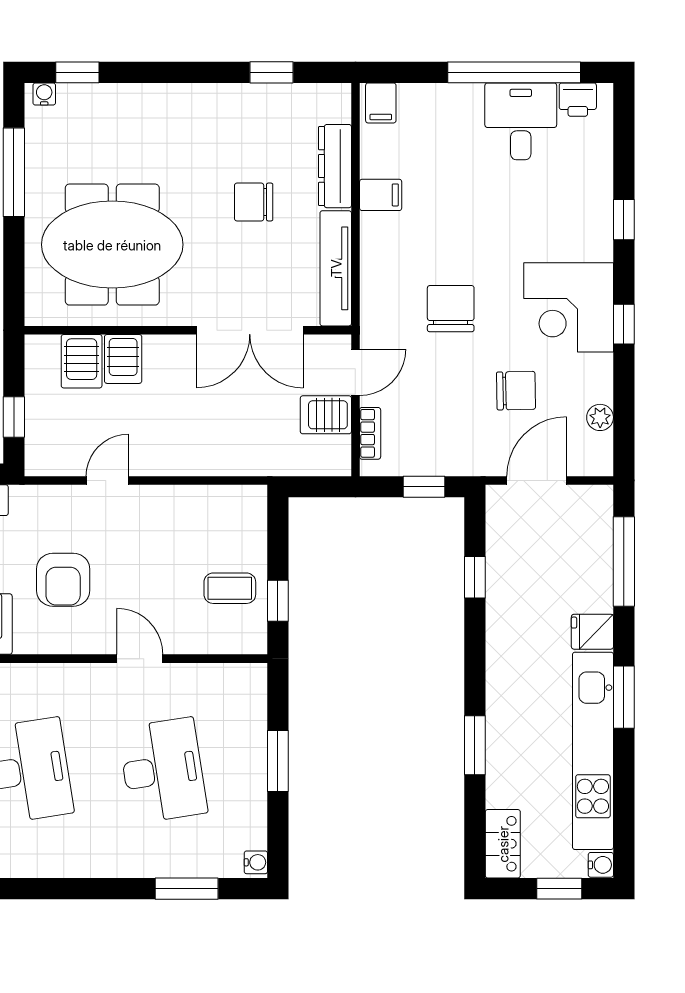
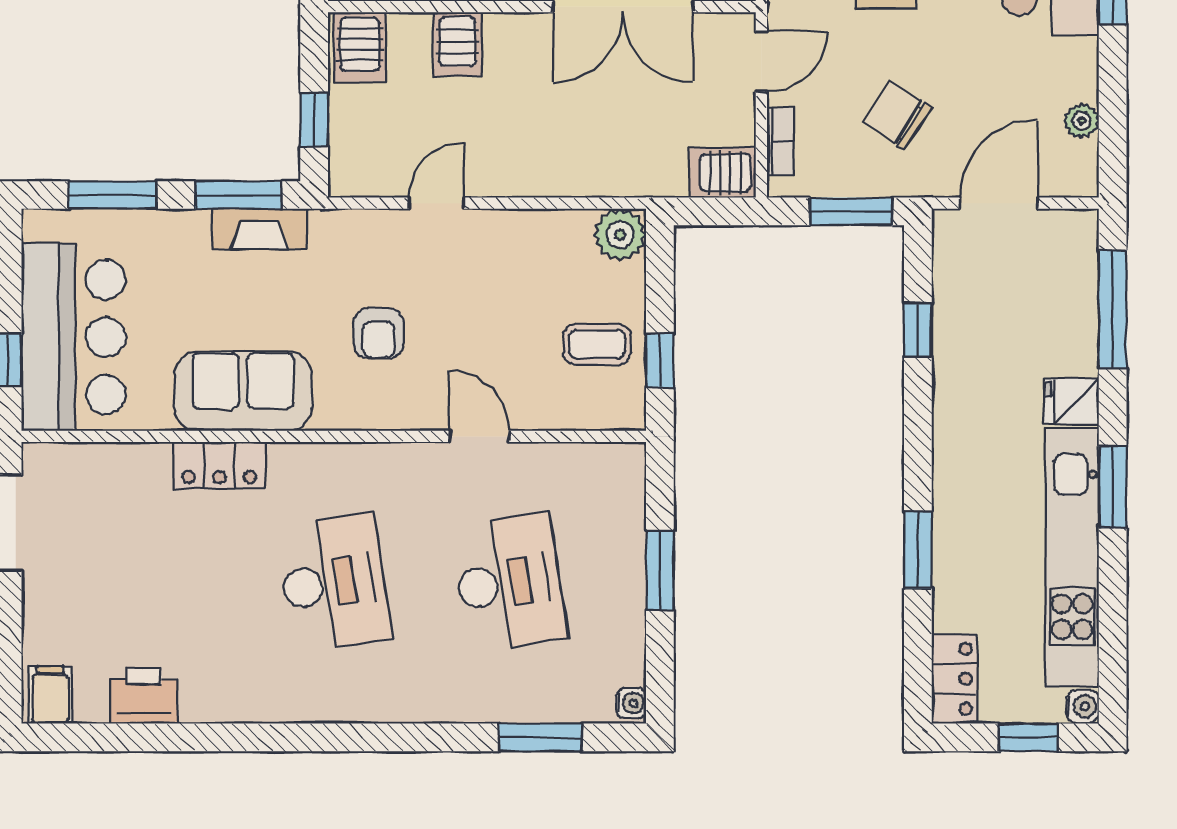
server rack: (82, 361) -> (360, 47), moved
chair: (516, 391) -> (897, 115), moved, turned -146
server rack: (326, 415) -> (723, 173), moved
window: (424, 487) -> (851, 211), width x1.50
plant: (248, 505) -> (620, 235), added
armchair: (63, 580) -> (379, 333), width x0.72, depth x0.72

